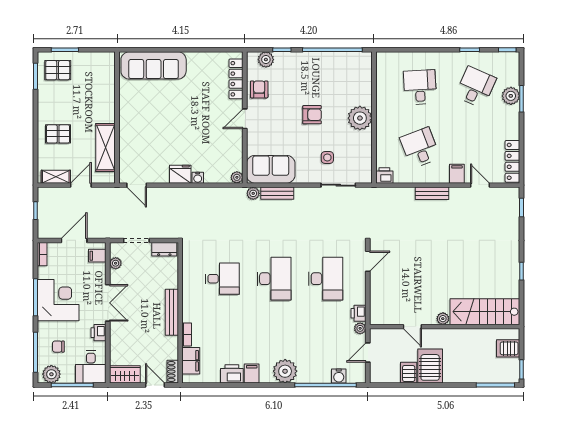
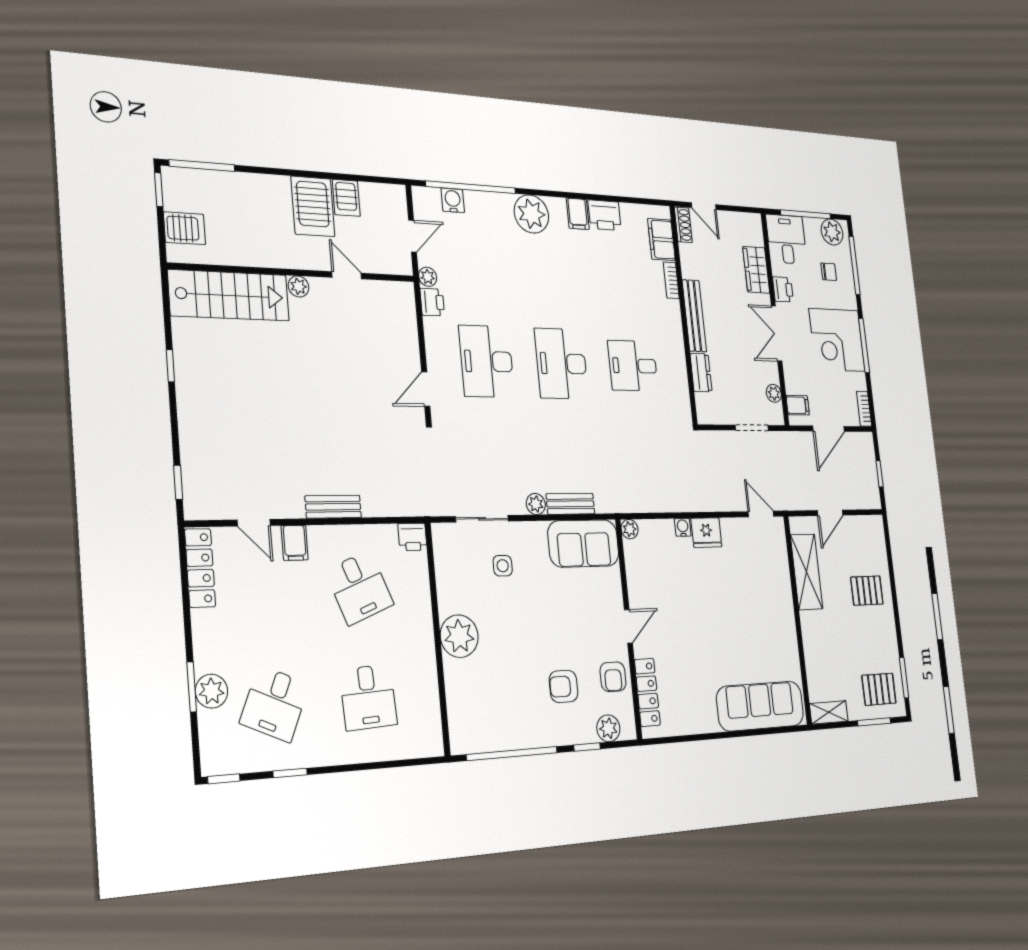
armchair: (312, 115) -> (563, 686), moved
shelving: (56, 177) -> (829, 712), moved
plant: (253, 193) -> (536, 504), moved
dresser: (164, 249) -> (701, 373), moved, turned 90
wardrobe: (125, 374) -> (756, 270), moved, turned 90

